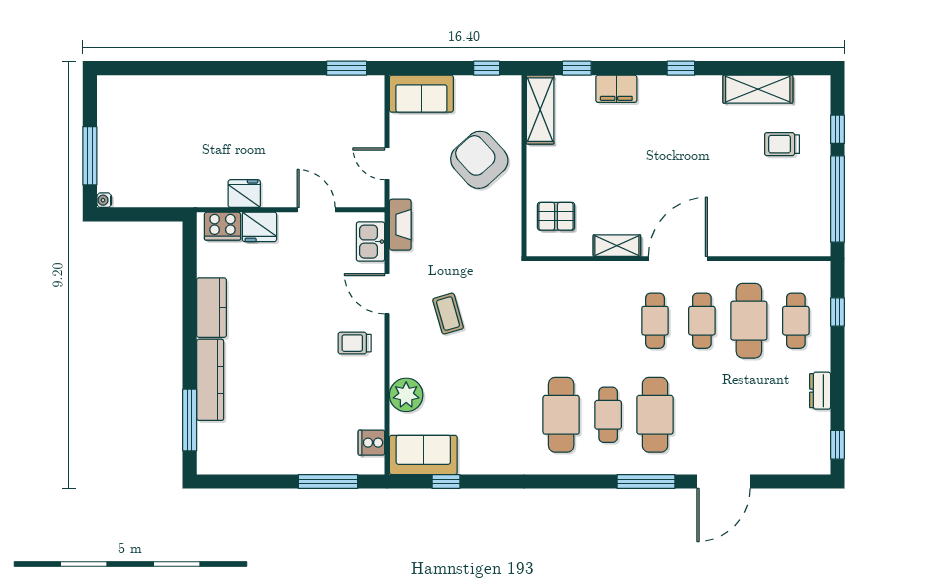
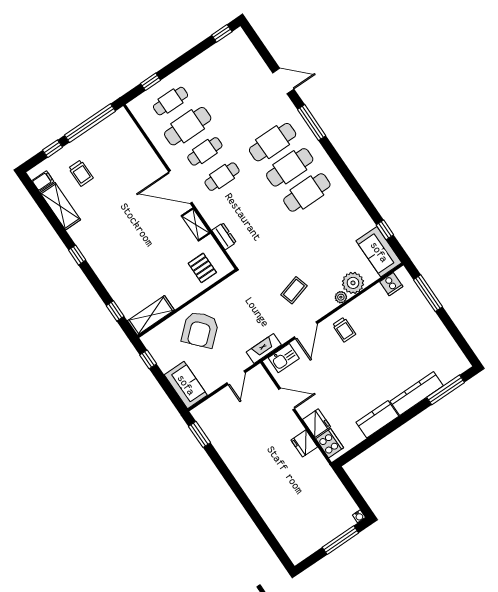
filing cabinet: (616, 89) -> (43, 181), moved, width x0.50
door: (316, 210) -> (287, 399), swing flipped
plant: (398, 367) -> (341, 297), added
dresser: (820, 391) -> (224, 236), moved, turned -90
cafe table: (608, 415) -> (290, 167), width x1.37, depth x1.35
door: (724, 481) -> (283, 81), width x0.73

